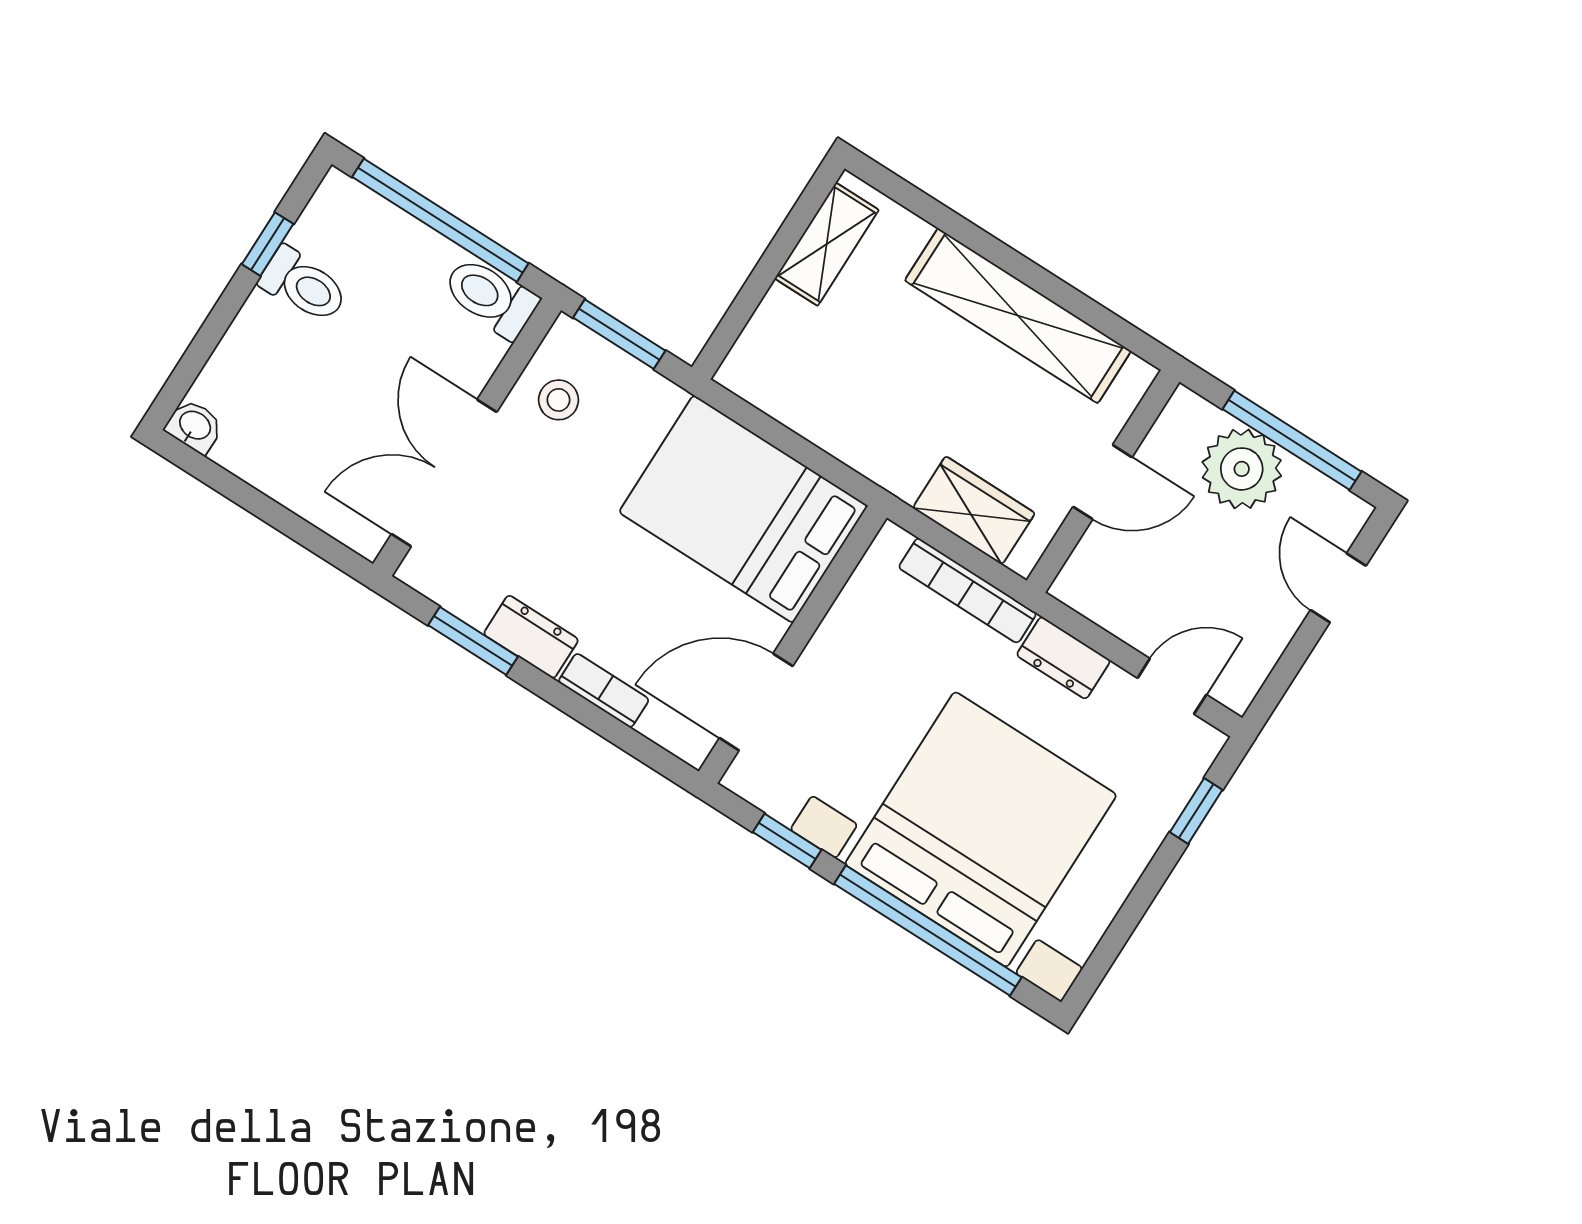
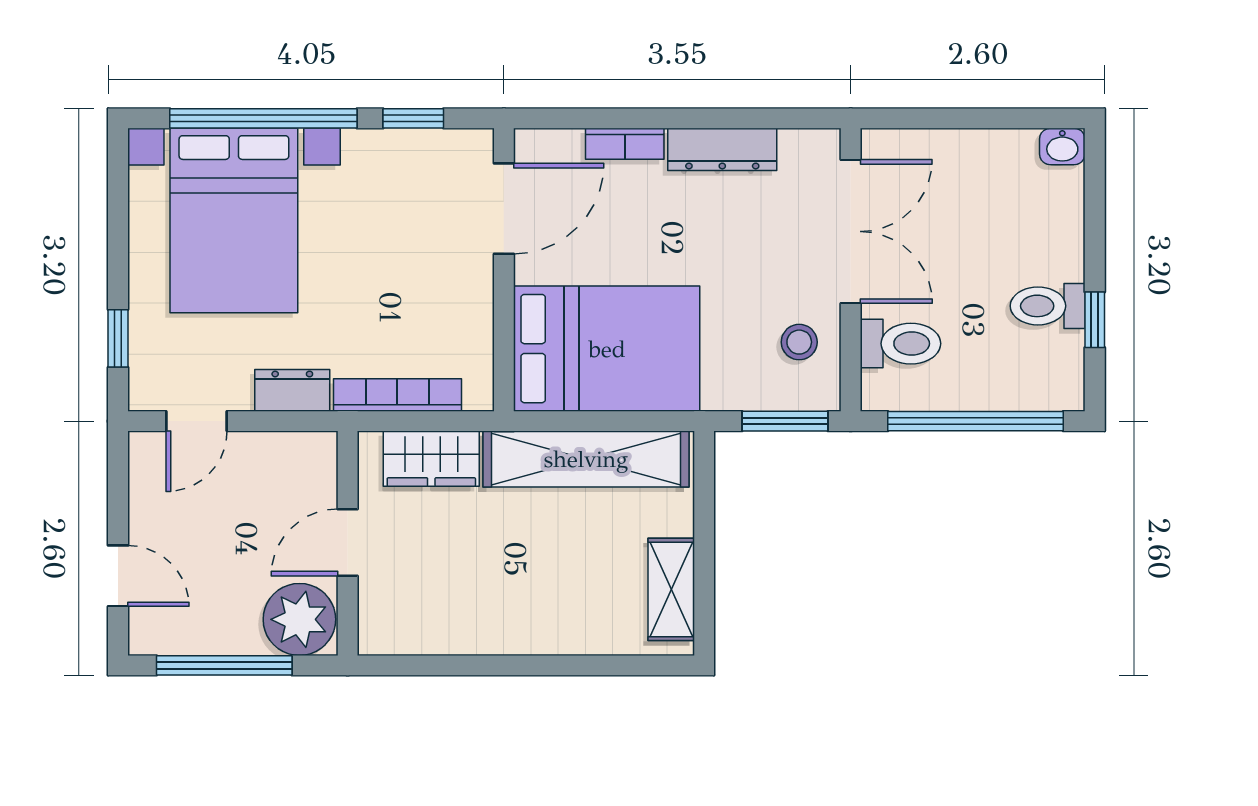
toilet: (490, 297) -> (900, 344), moved
shelving: (1018, 316) -> (586, 459), moved
plant: (1242, 469) -> (299, 619), moved
dresser: (531, 637) -> (722, 149), width x1.44
window: (473, 641) -> (748, 118), removed
bed with nightstands: (981, 829) -> (234, 220), width x0.73

